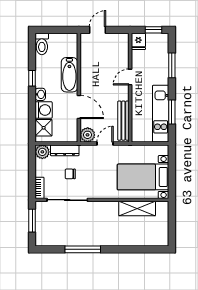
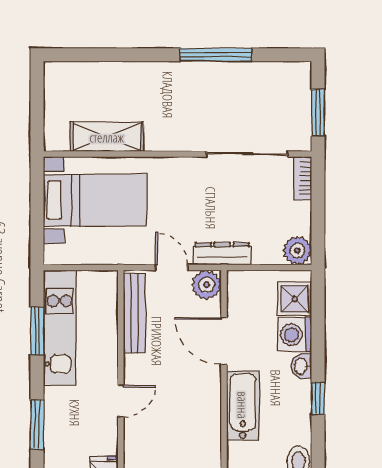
door: (105, 143) -> (171, 267), swing flipped
dresser: (65, 150) -> (222, 254), moved
chair: (70, 174) -> (241, 206), removed

